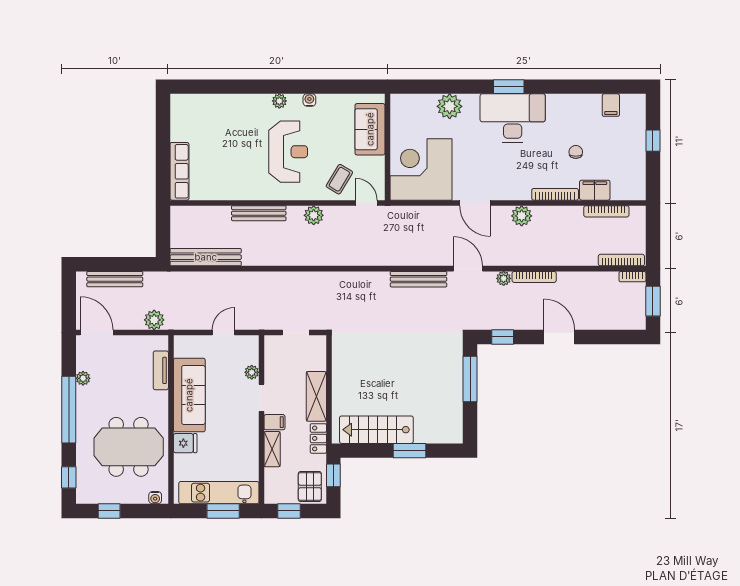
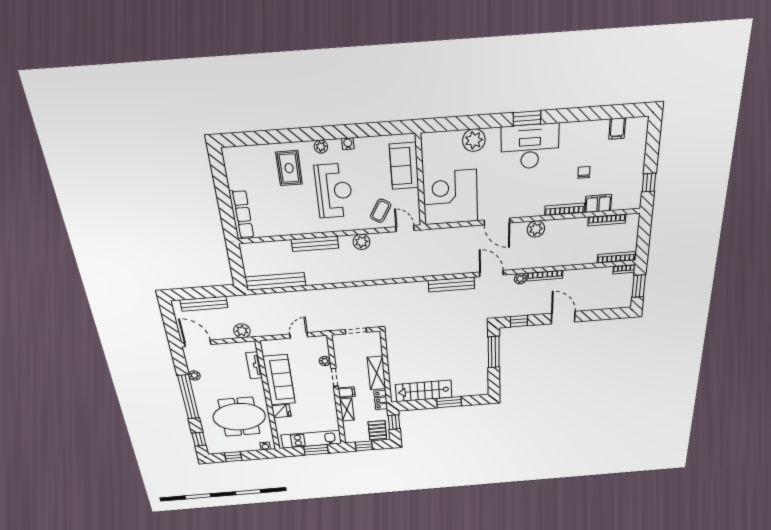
rug: (241, 122) -> (289, 168), added
window: (653, 141) -> (649, 183), moved

